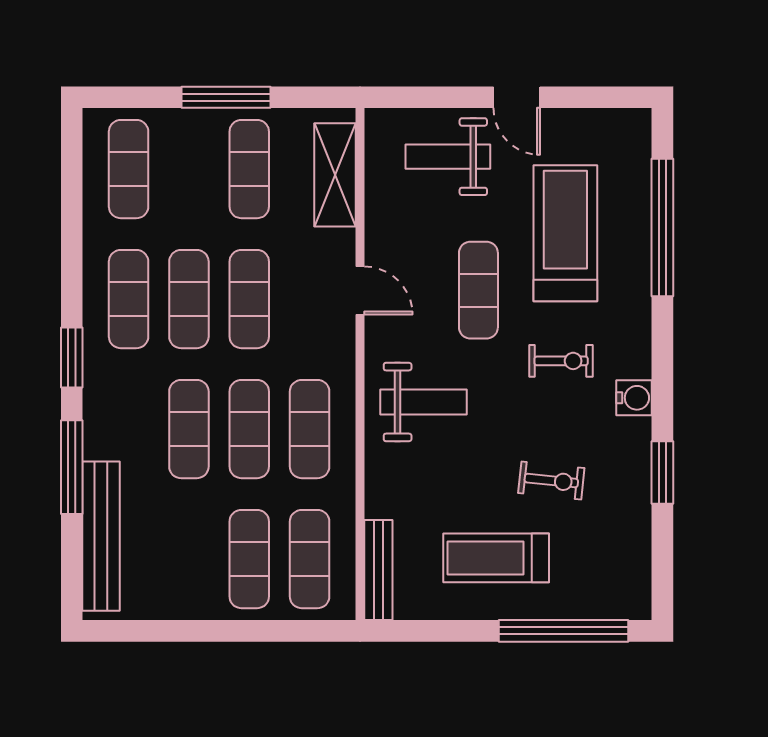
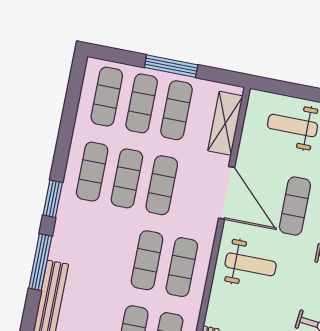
door: (360, 290) -> (227, 193), width x1.87
exercise mat: (189, 429) -> (142, 103), moved

